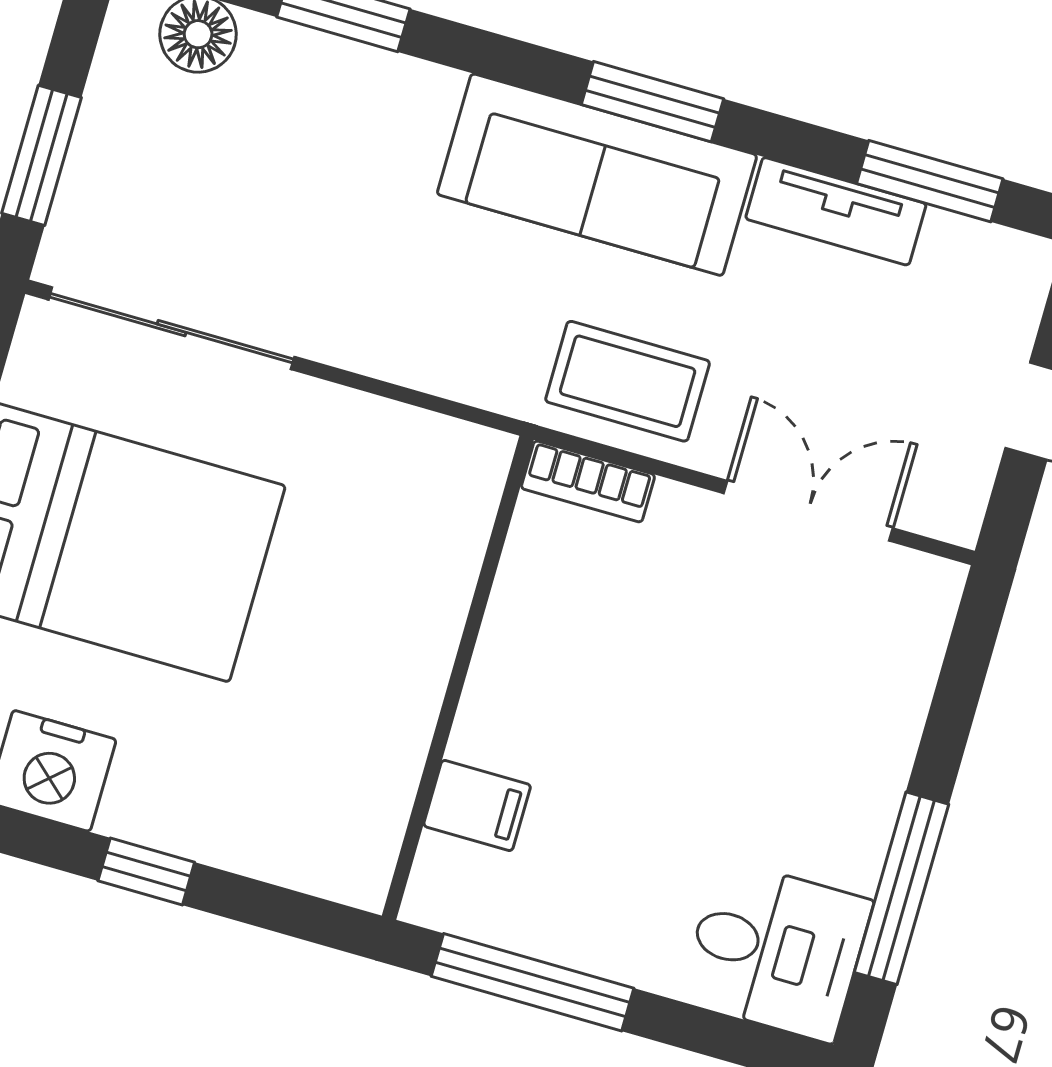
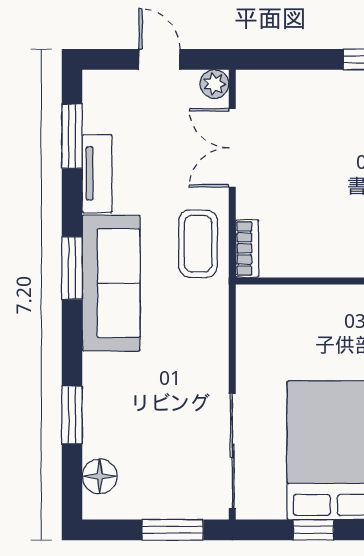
plant: (953, 512) -> (214, 84), added

